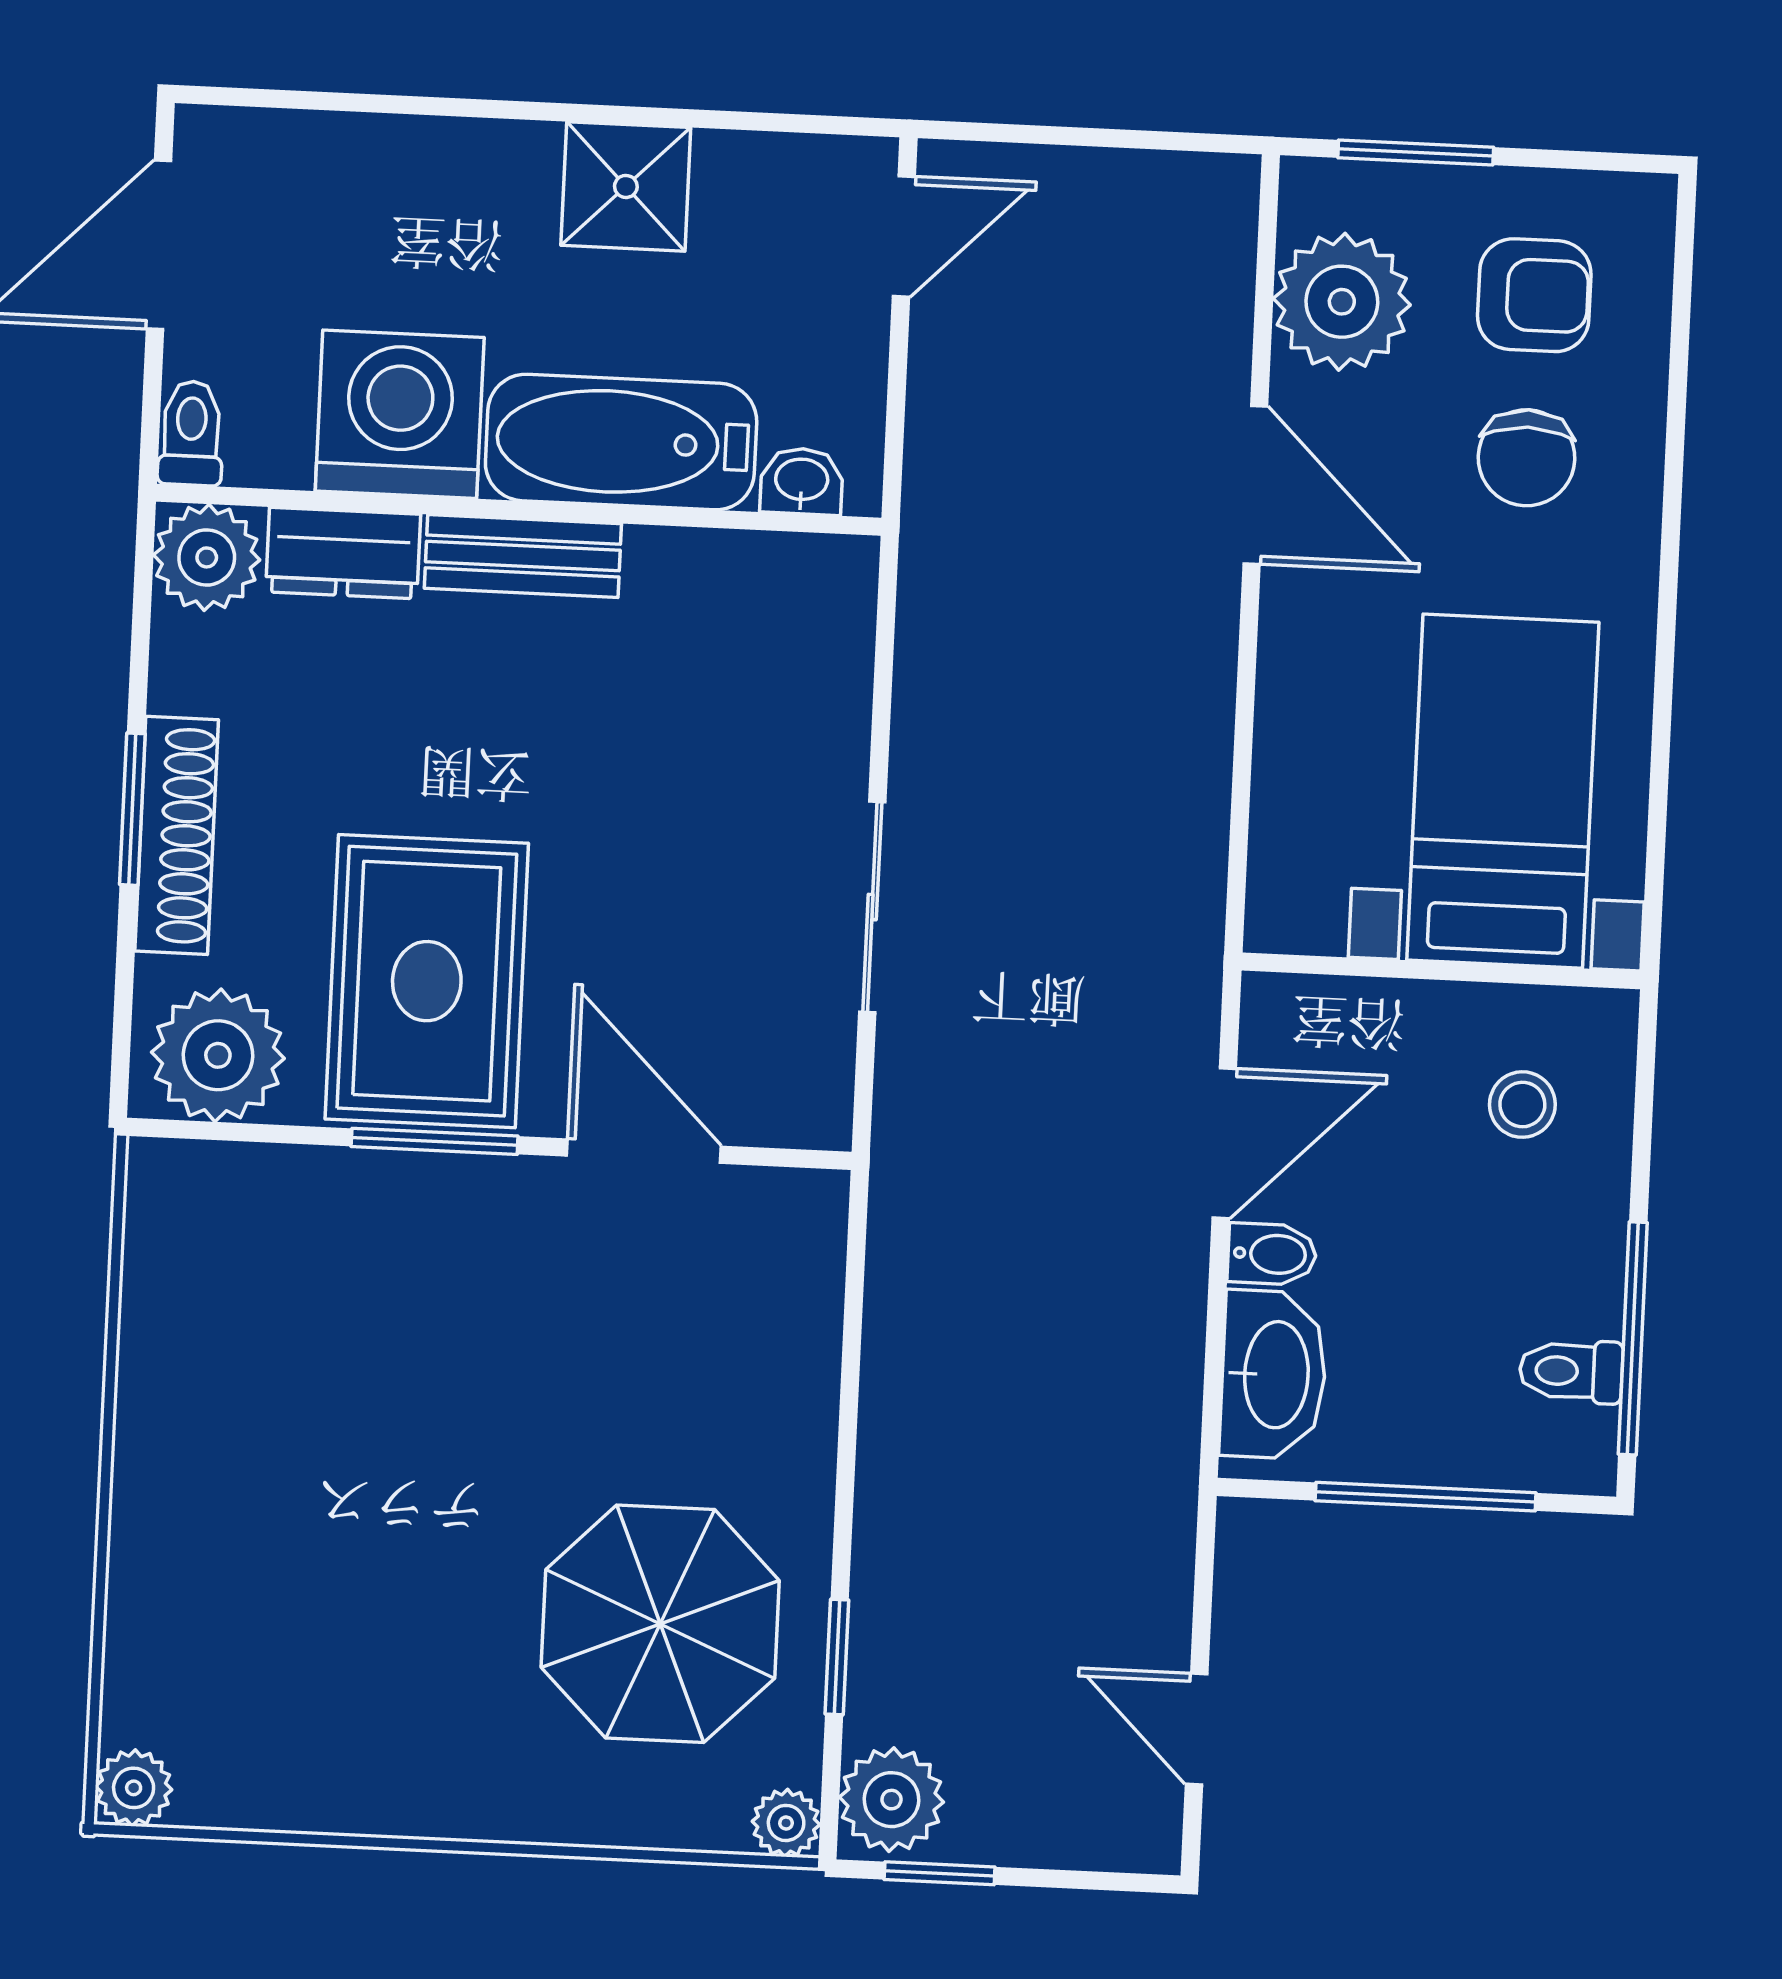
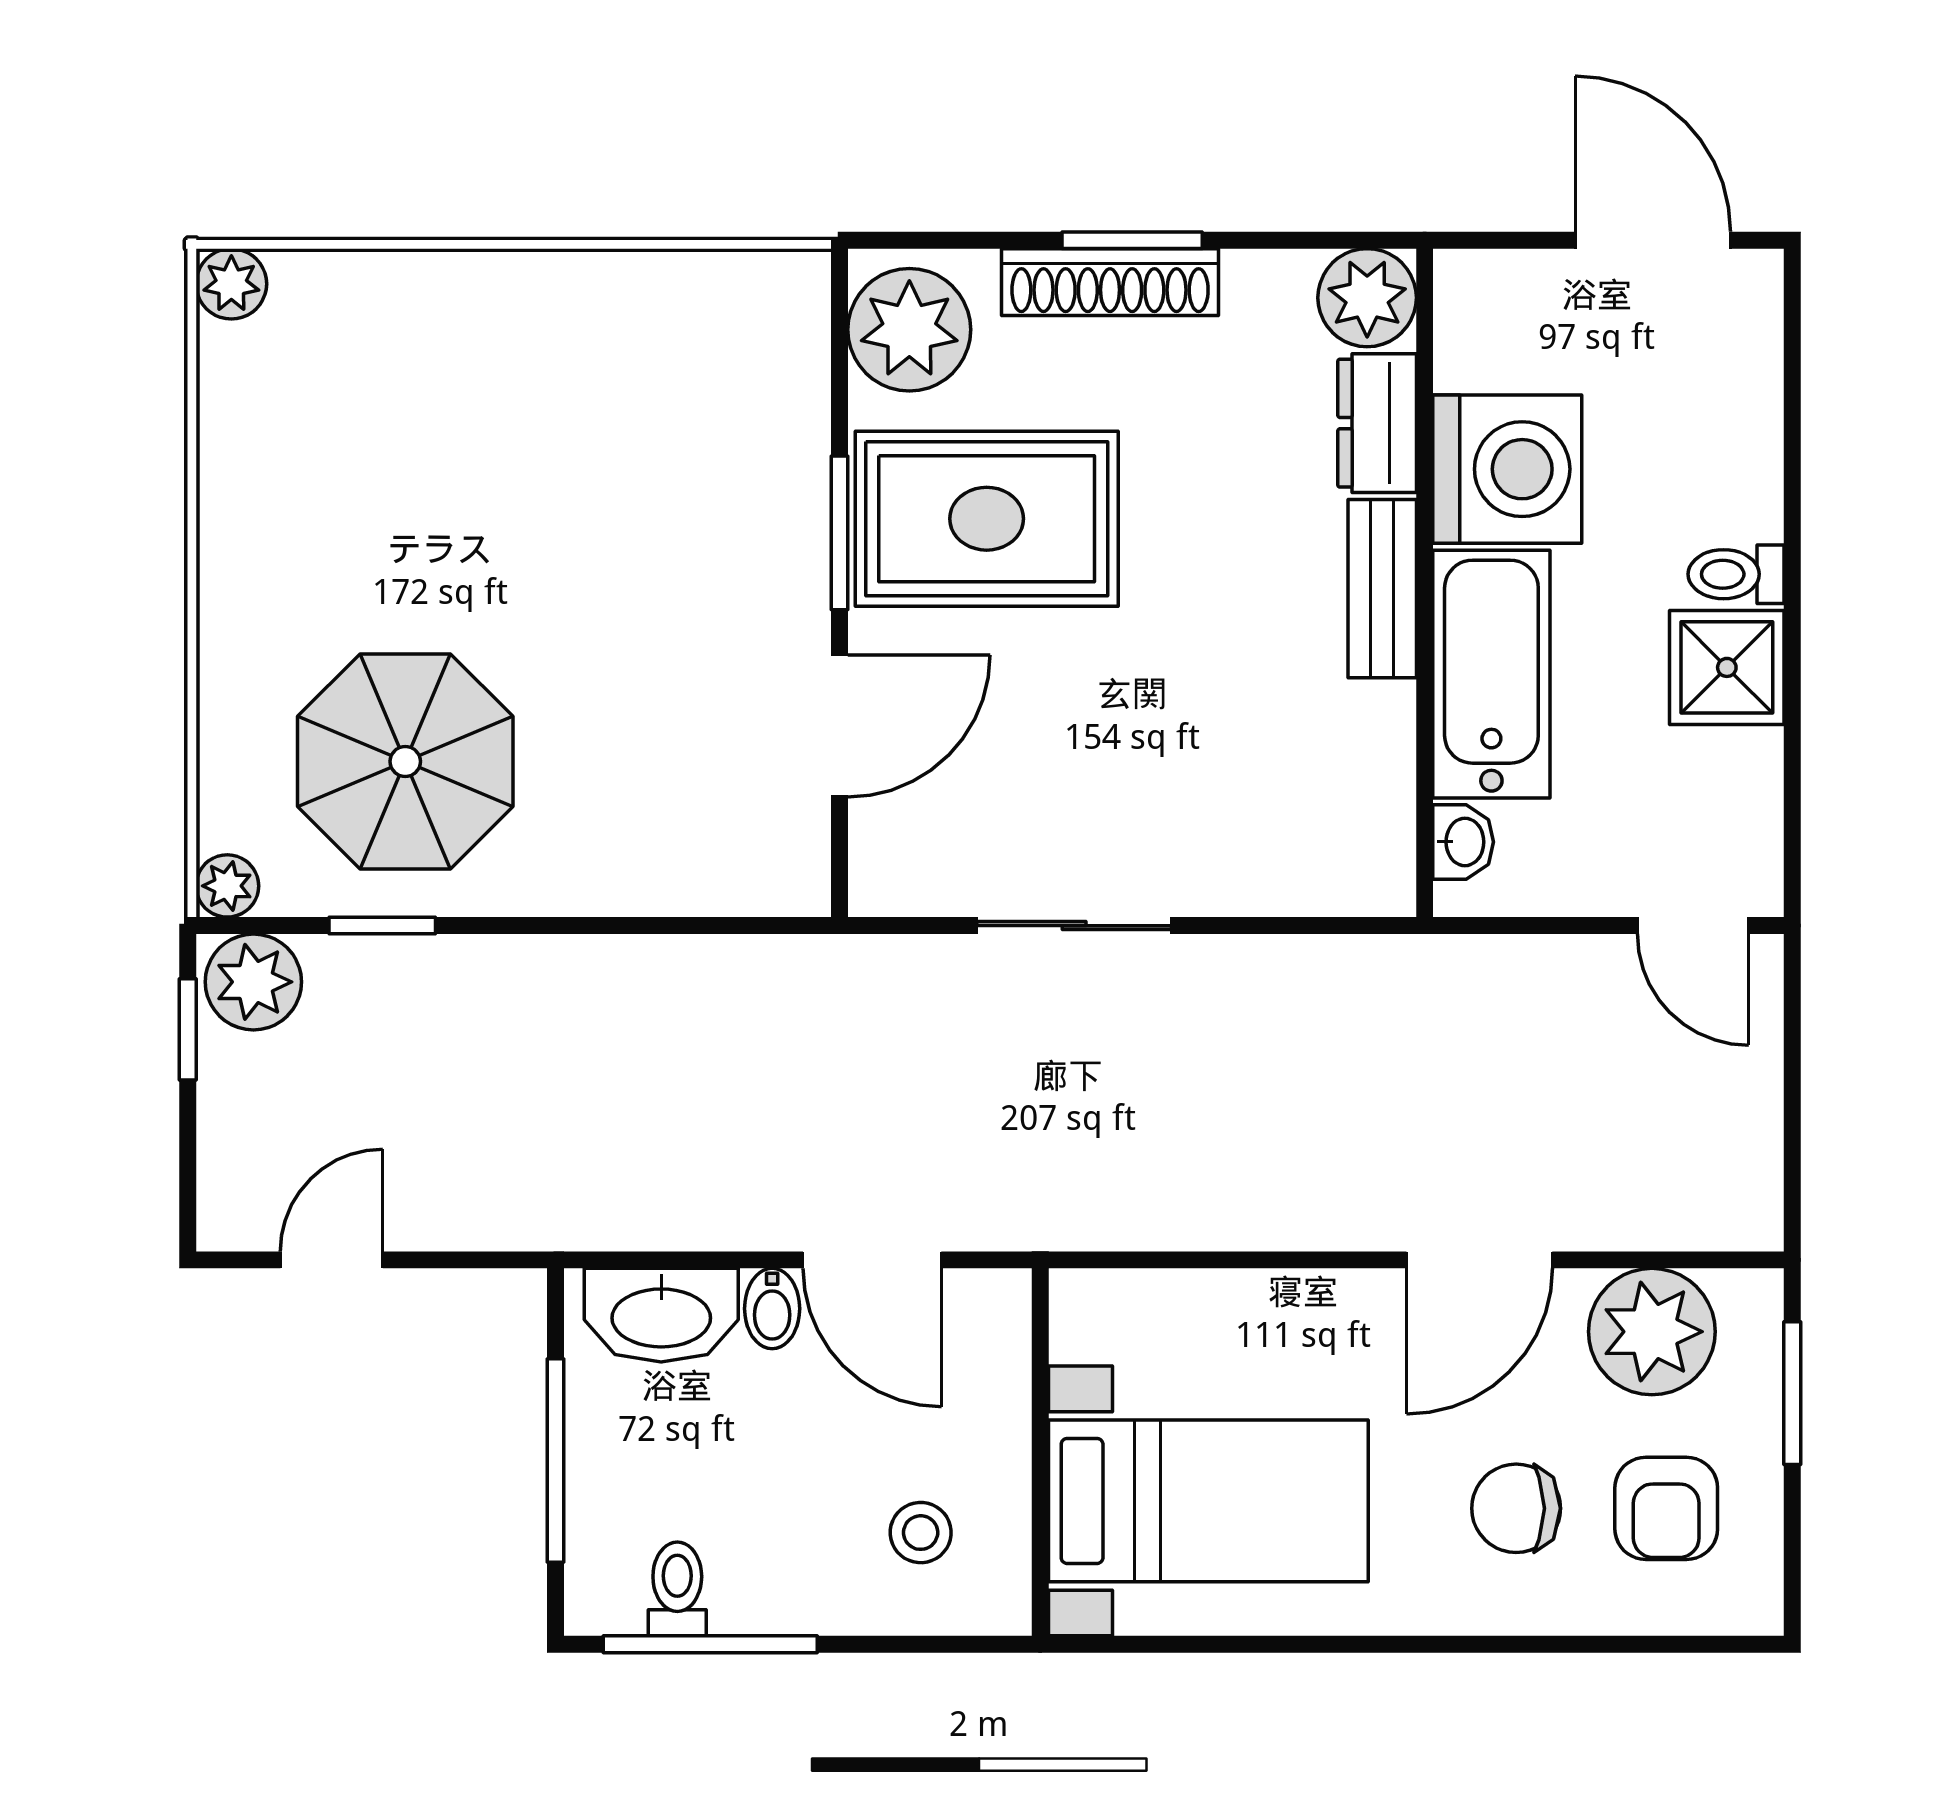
toilet: (191, 433) -> (1736, 574), moved, turned 180

